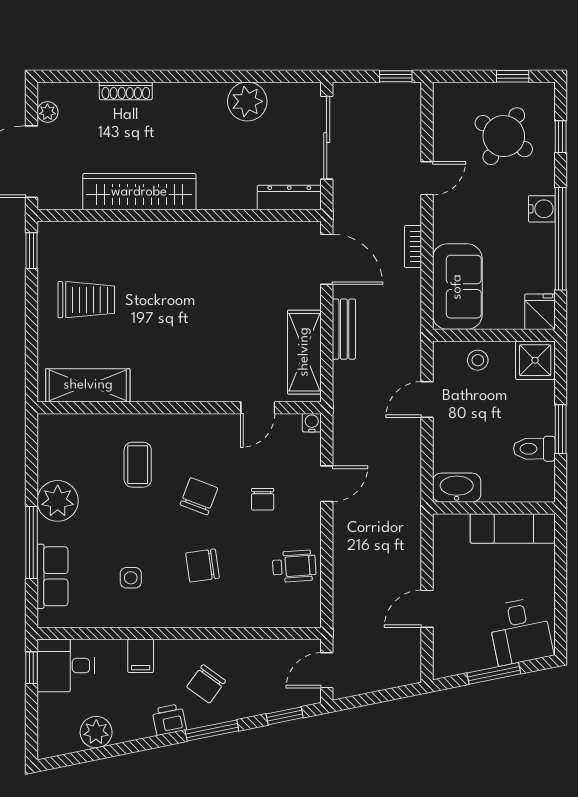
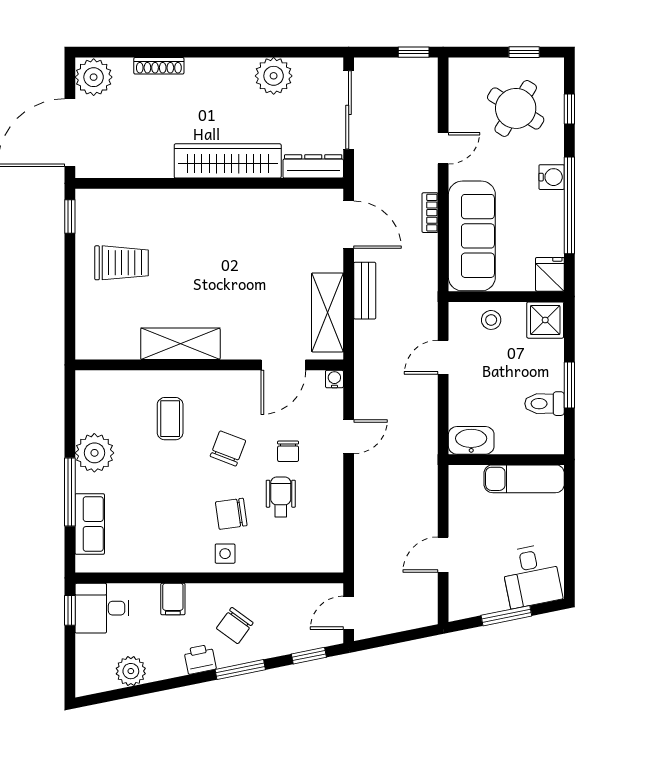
plant: (47, 112) -> (94, 77), width x1.88, depth x1.88
wardrobe: (139, 192) -> (228, 161), moved
sofa: (457, 287) -> (472, 236), width x1.36
shelving: (88, 385) -> (180, 344), moved
door: (258, 408) -> (283, 365), width x1.38
wheelchair: (294, 566) -> (281, 497), moved, turned -86
side table: (131, 578) -> (225, 554), moved

